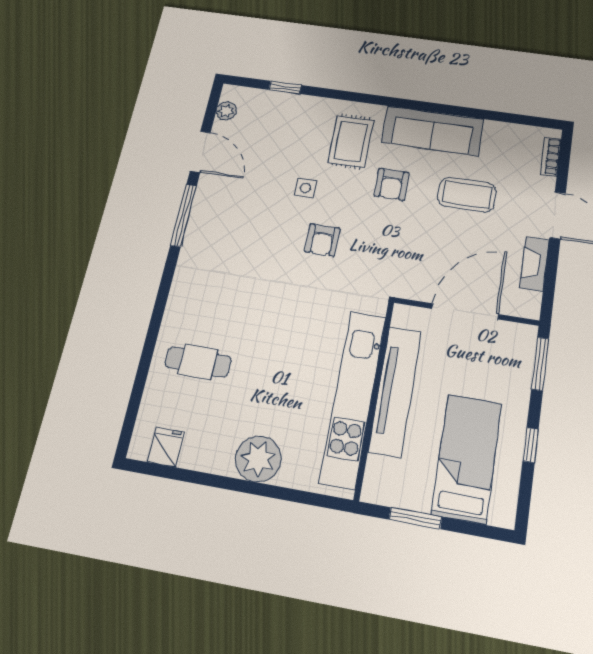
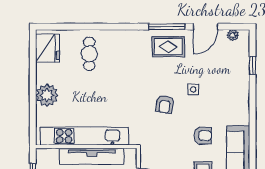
rug: (351, 141) -> (168, 47), moved
armchair: (391, 184) -> (203, 136), turned 180
armchair: (322, 240) -> (165, 104), turned -81
fridge: (166, 447) -> (47, 48), width x1.88, depth x1.34

